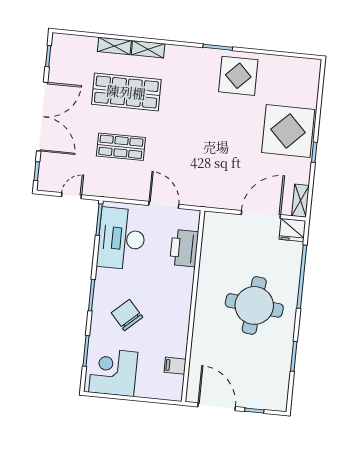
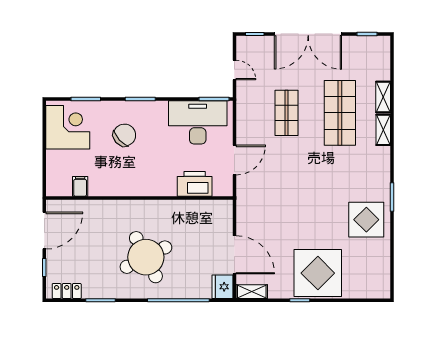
round table: (254, 305) -> (146, 257), turned -33
locker: (281, 390) -> (67, 291), added

